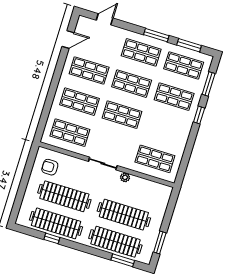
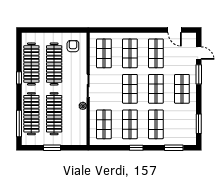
window: (156, 35) -> (199, 74), moved
shop shelf: (184, 66) -> (130, 124), moved
window: (199, 115) -> (136, 148), moved
window: (52, 238) -> (19, 78), moved
window: (160, 243) -> (52, 148), moved
window: (123, 260) -> (19, 124), width x1.44

